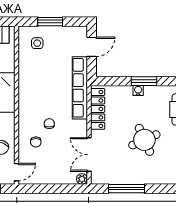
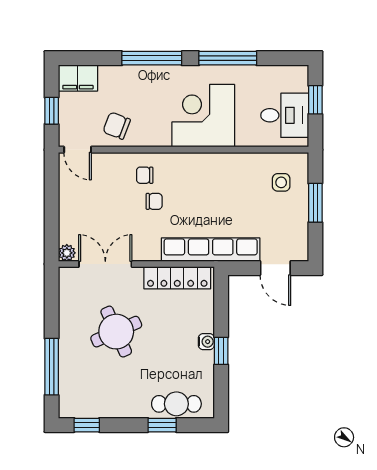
window: (144, 81) -> (221, 351), width x0.67
round table: (144, 140) -> (116, 332), moved
chair: (36, 142) -> (145, 175), moved
window: (127, 189) -> (52, 367), moved

